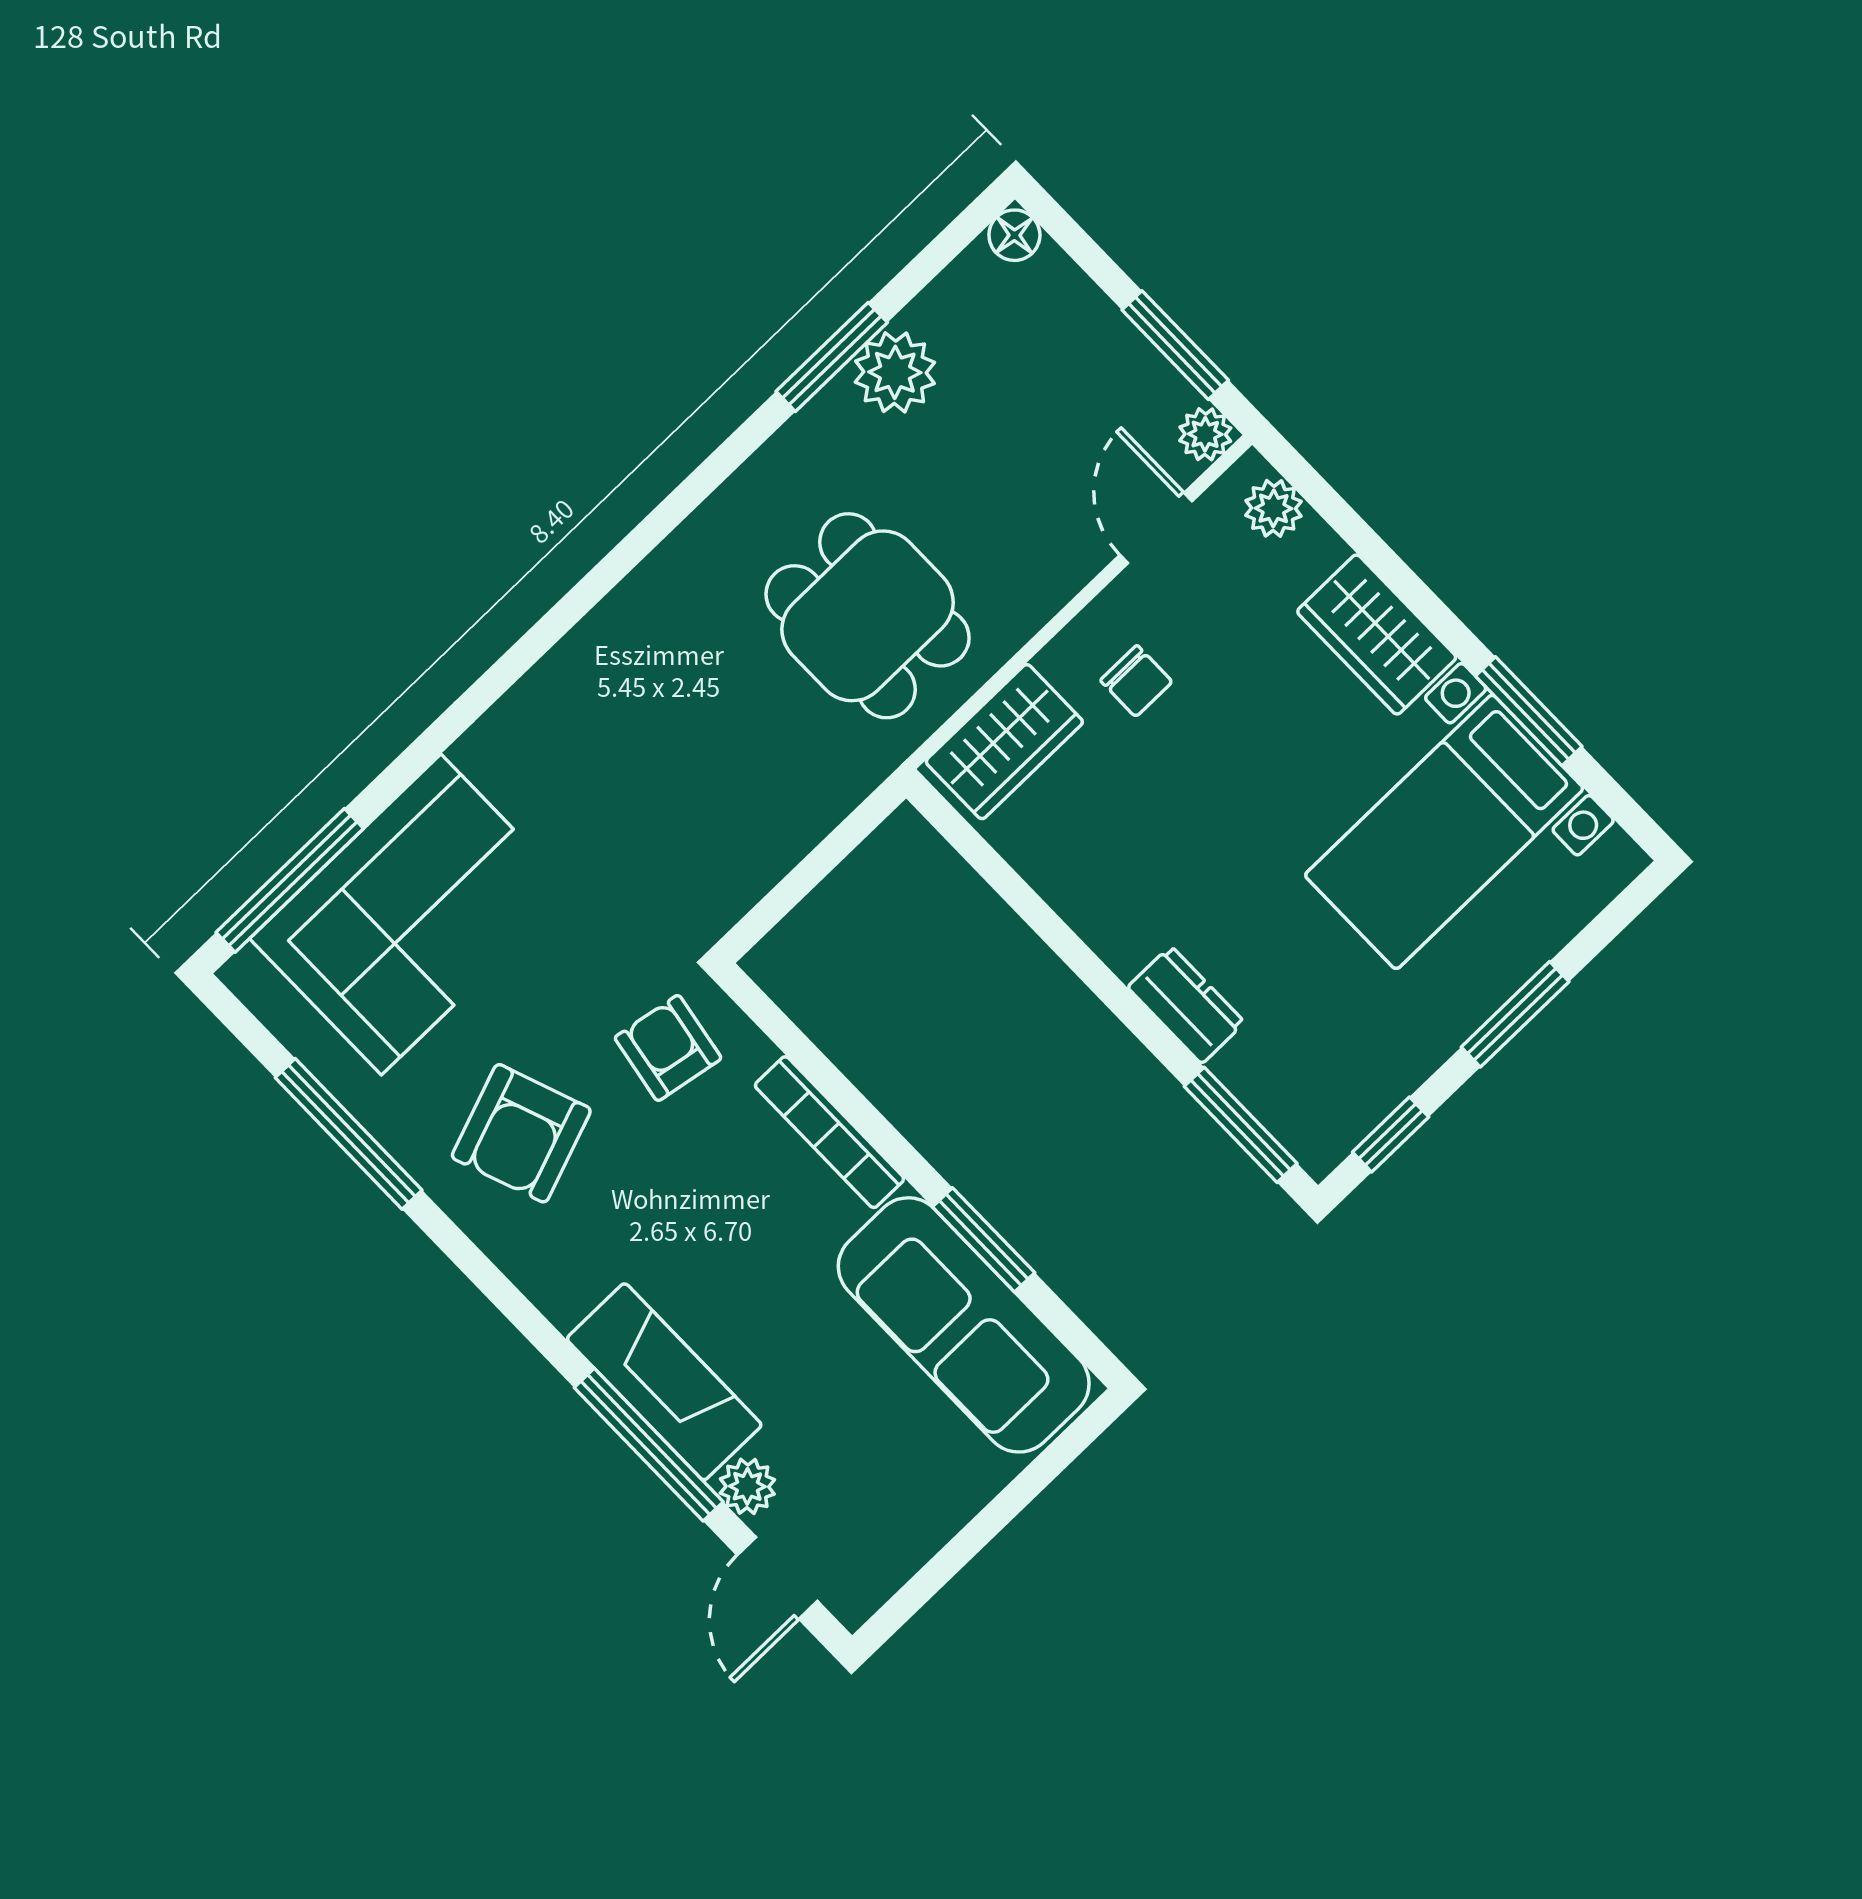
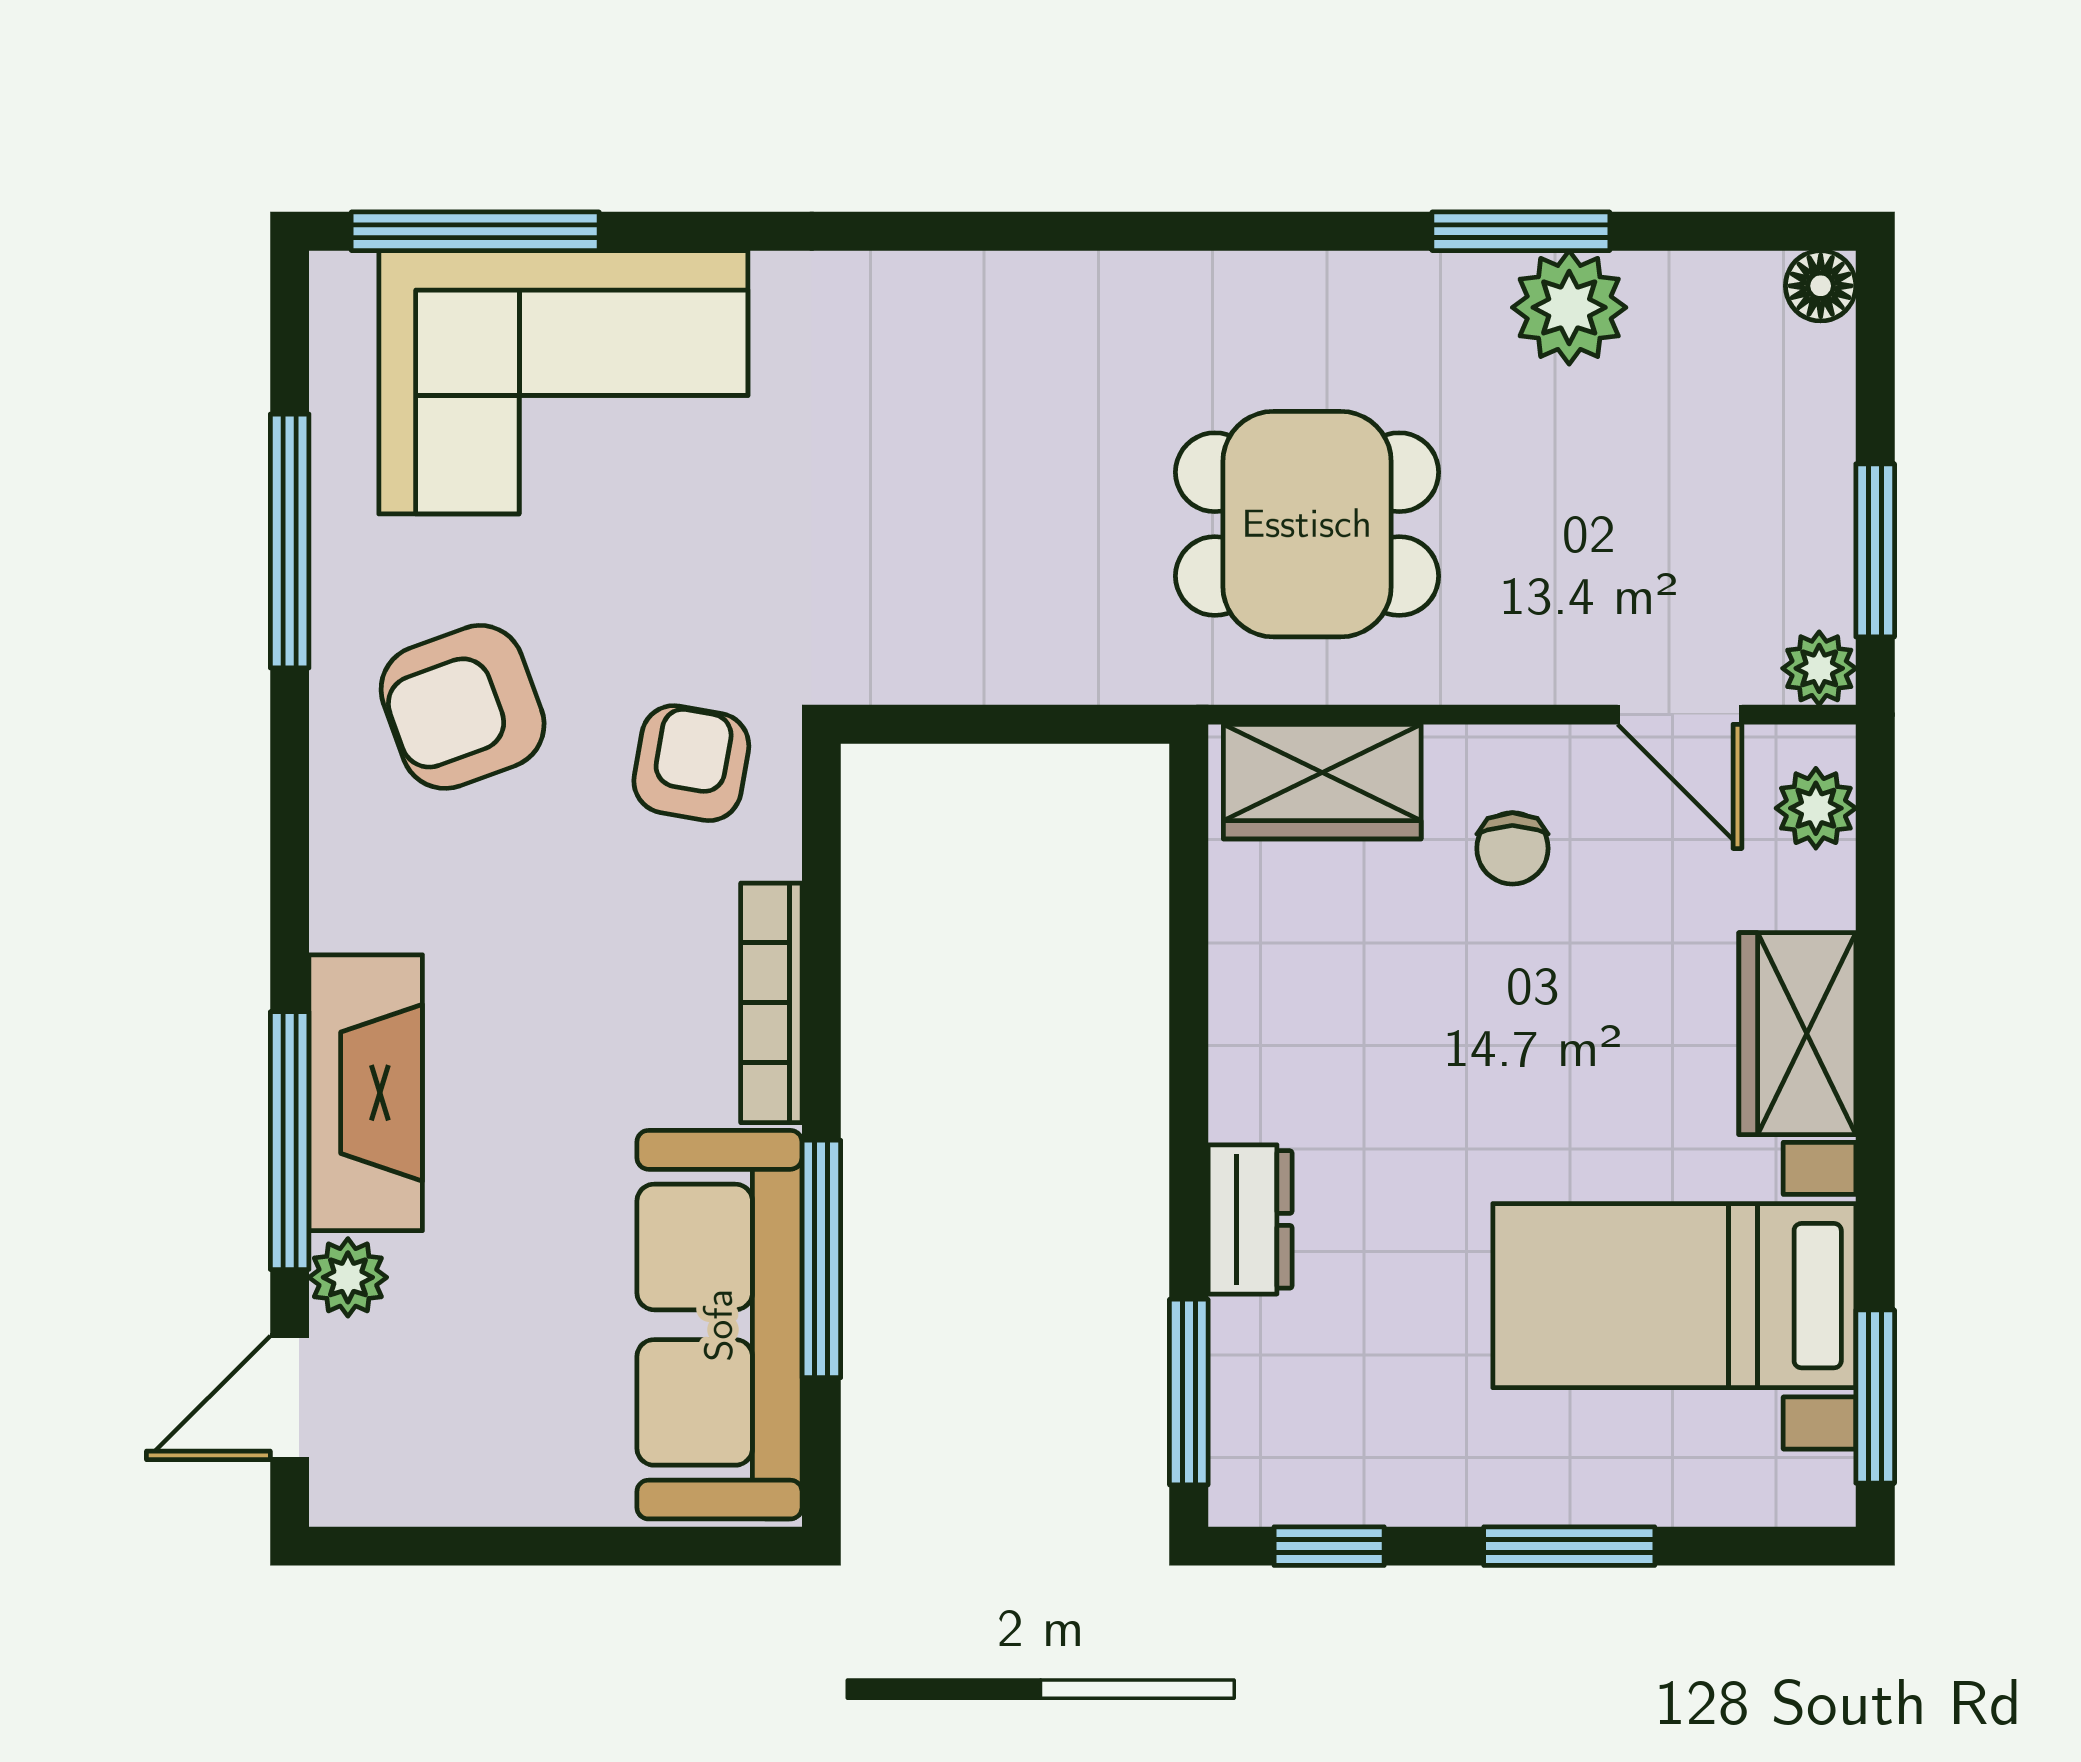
door: (1156, 528) -> (1680, 715), swing flipped
dining table: (868, 616) -> (1307, 524), turned 90
window: (1529, 711) -> (1875, 1397), moved
window: (984, 1240) -> (821, 1259), width x1.44

